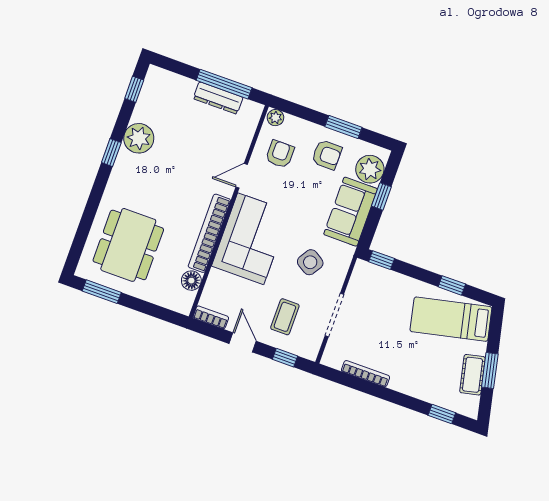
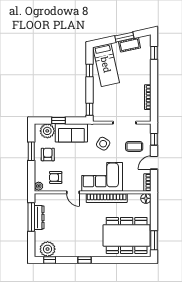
plant: (139, 138) -> (48, 249), moved
dining table: (128, 245) -> (127, 235), width x1.36, depth x1.24
floor lamp: (191, 281) -> (146, 198), moved

